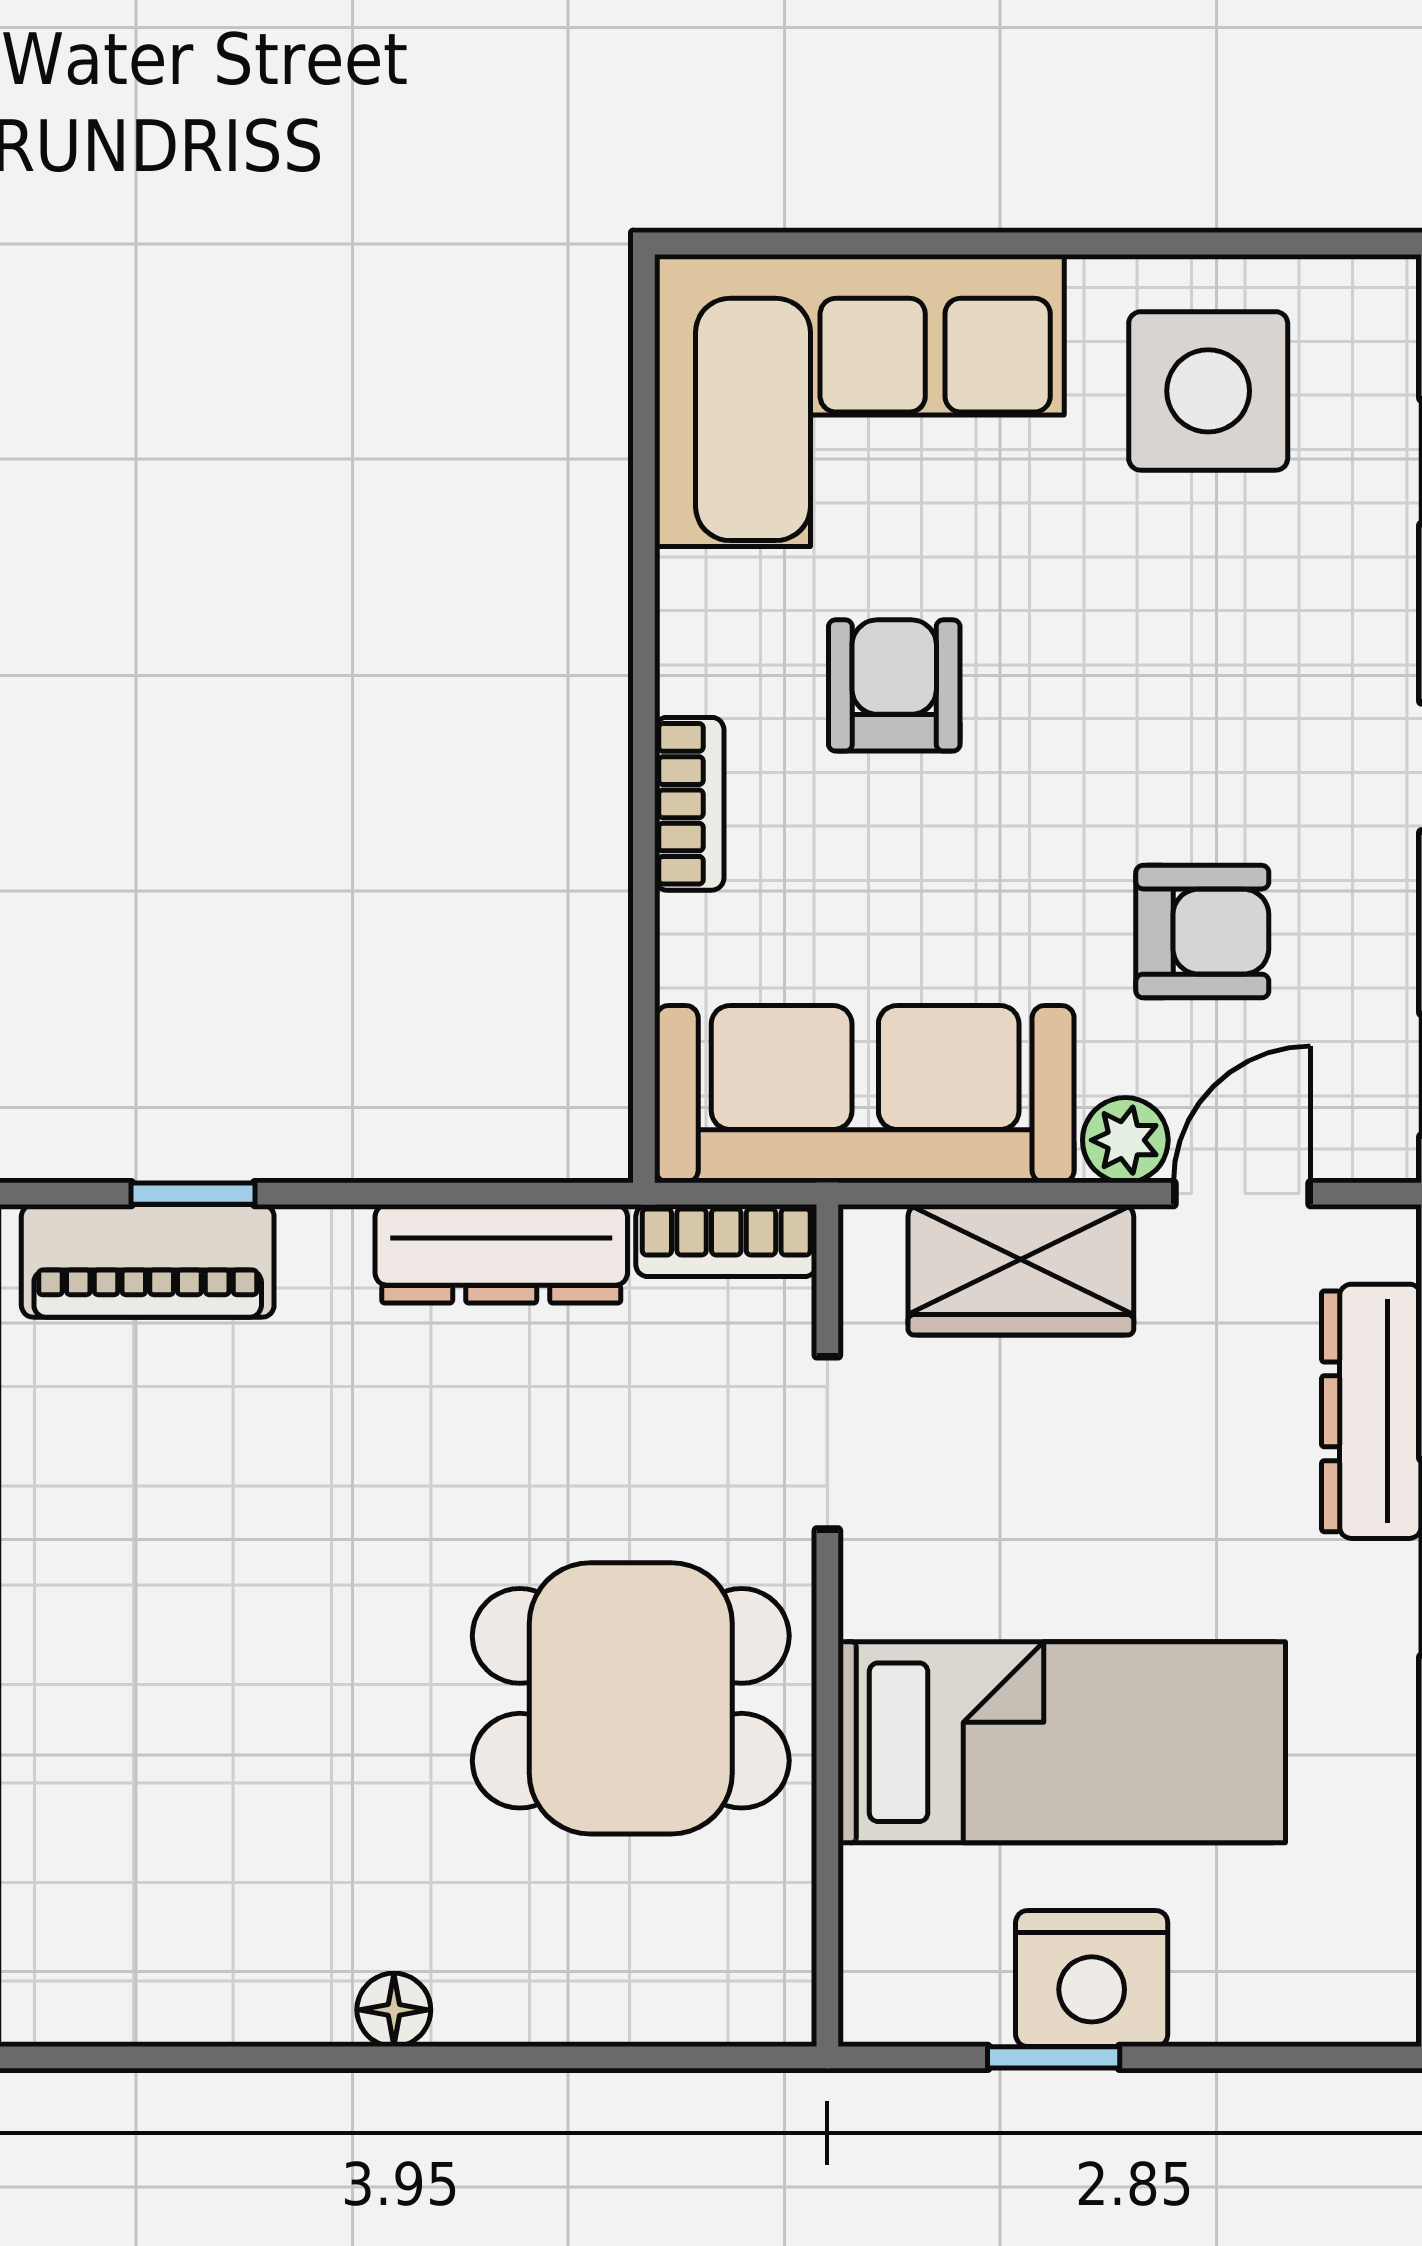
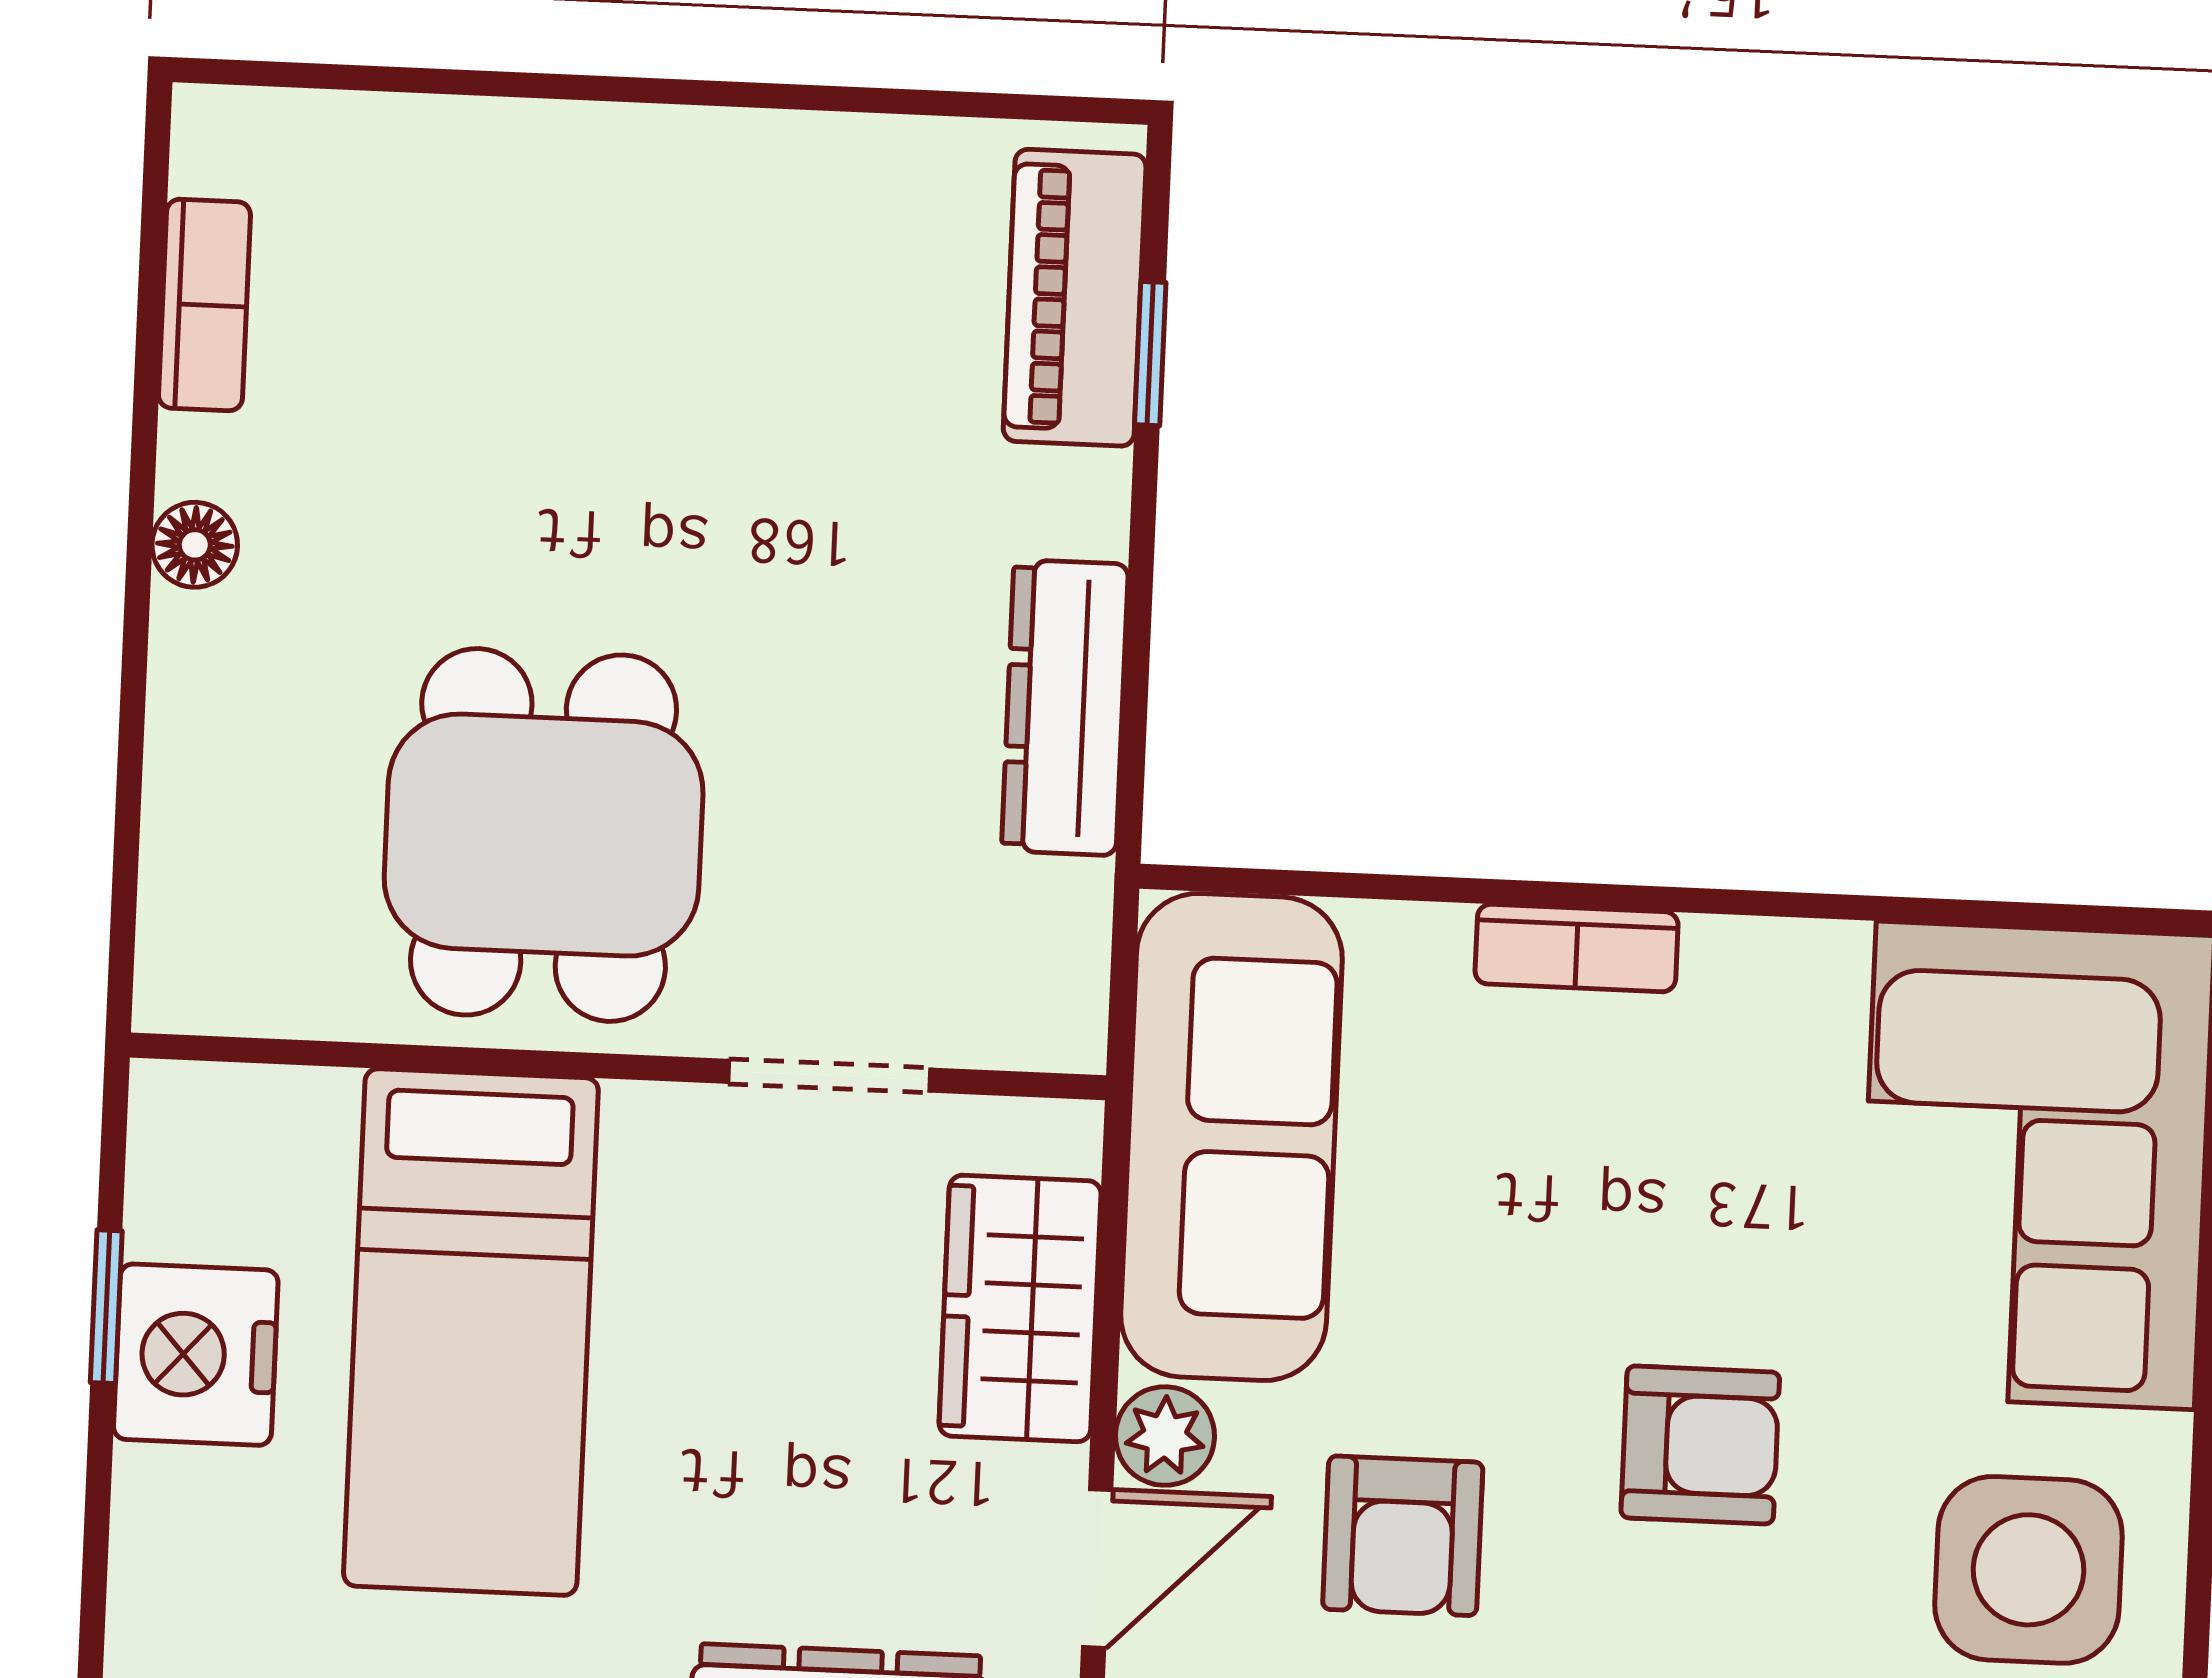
armchair: (894, 685) -> (1700, 1445), moved
door: (1242, 1194) -> (1097, 1568), hinge flipped
bookcase: (726, 1241) -> (204, 305), moved, turned 180

